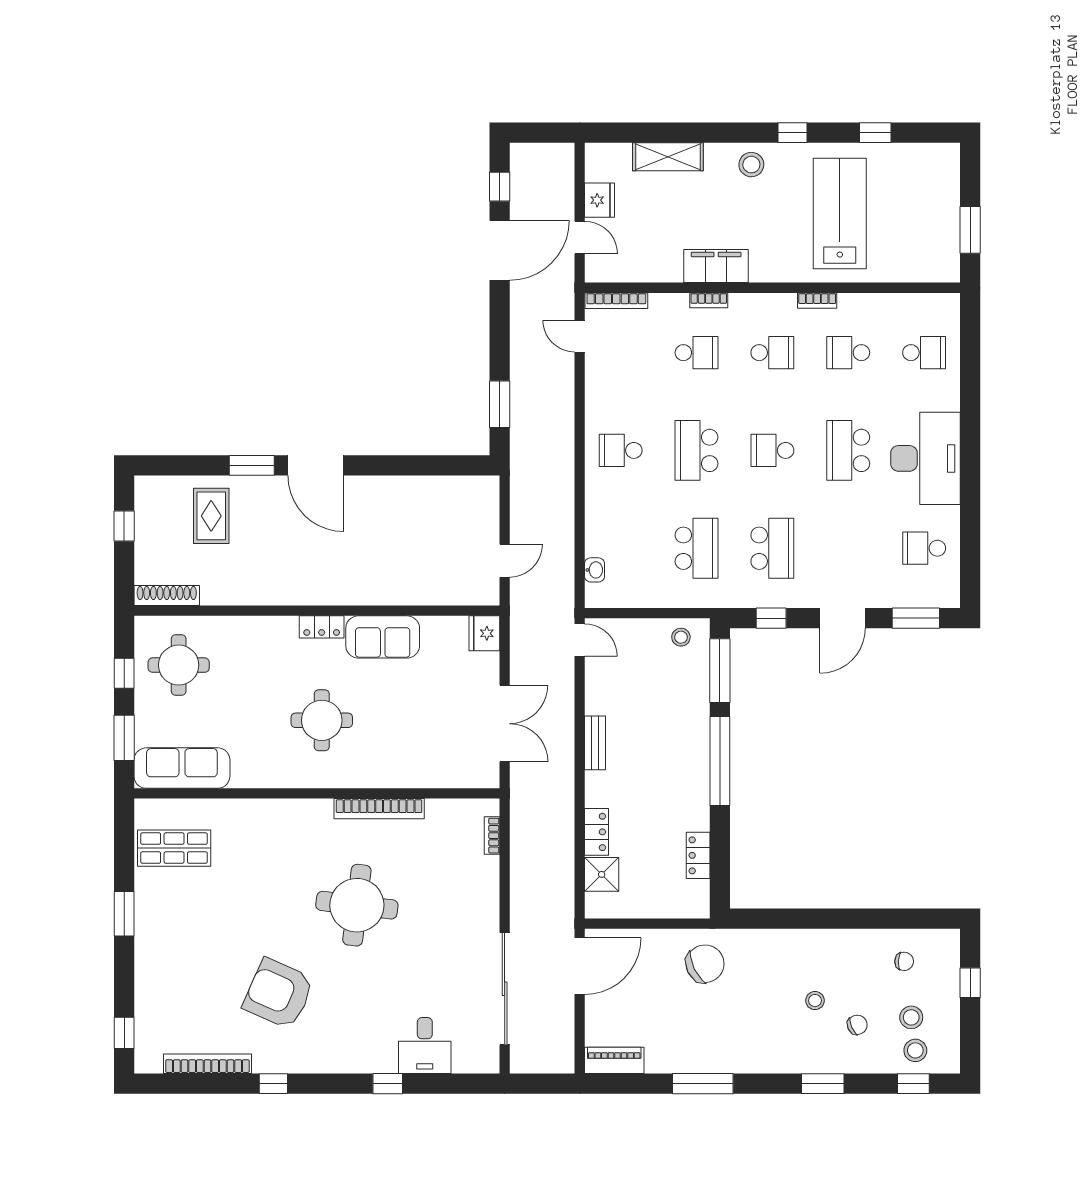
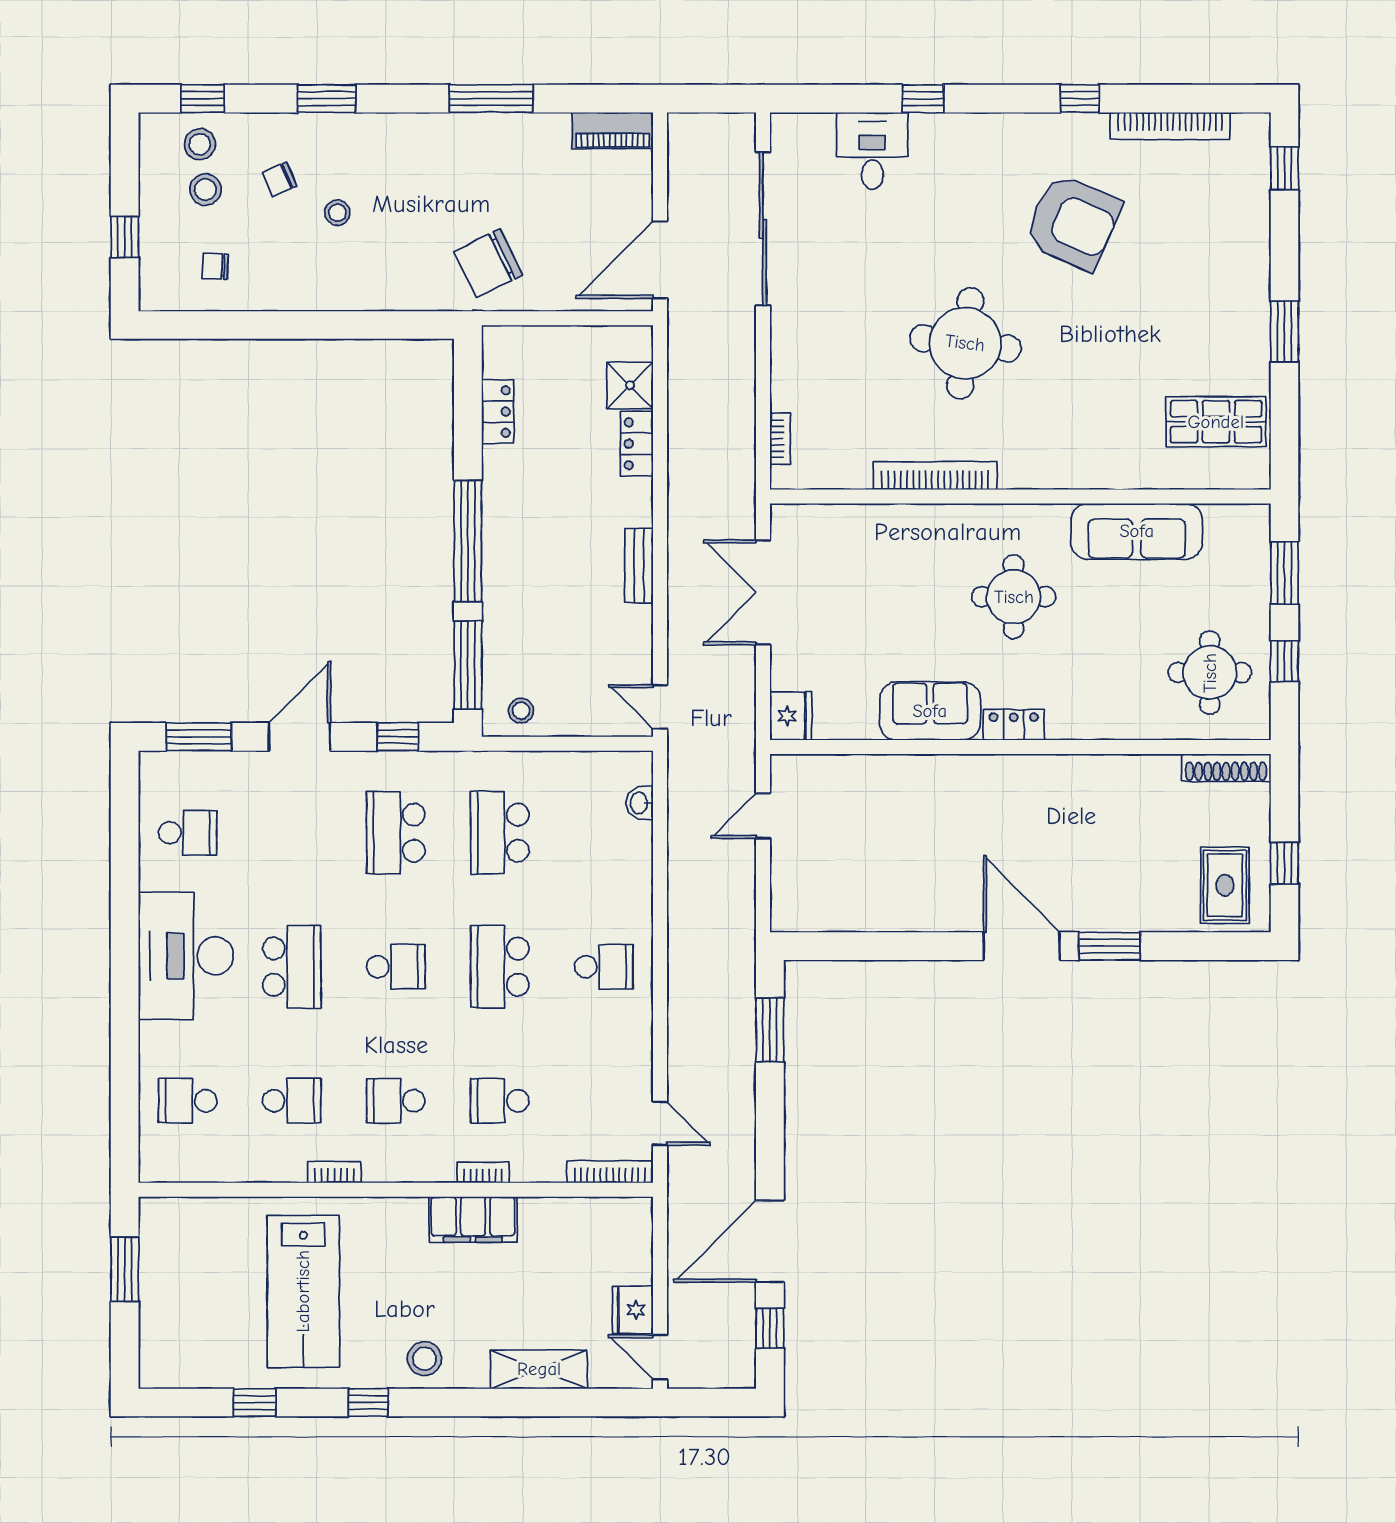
door: (580, 238) -> (660, 1357), moved
school desk: (697, 450) -> (500, 967), turned 180
rug: (211, 516) -> (1225, 885), moved
sofa: (182, 768) -> (1137, 531), moved

